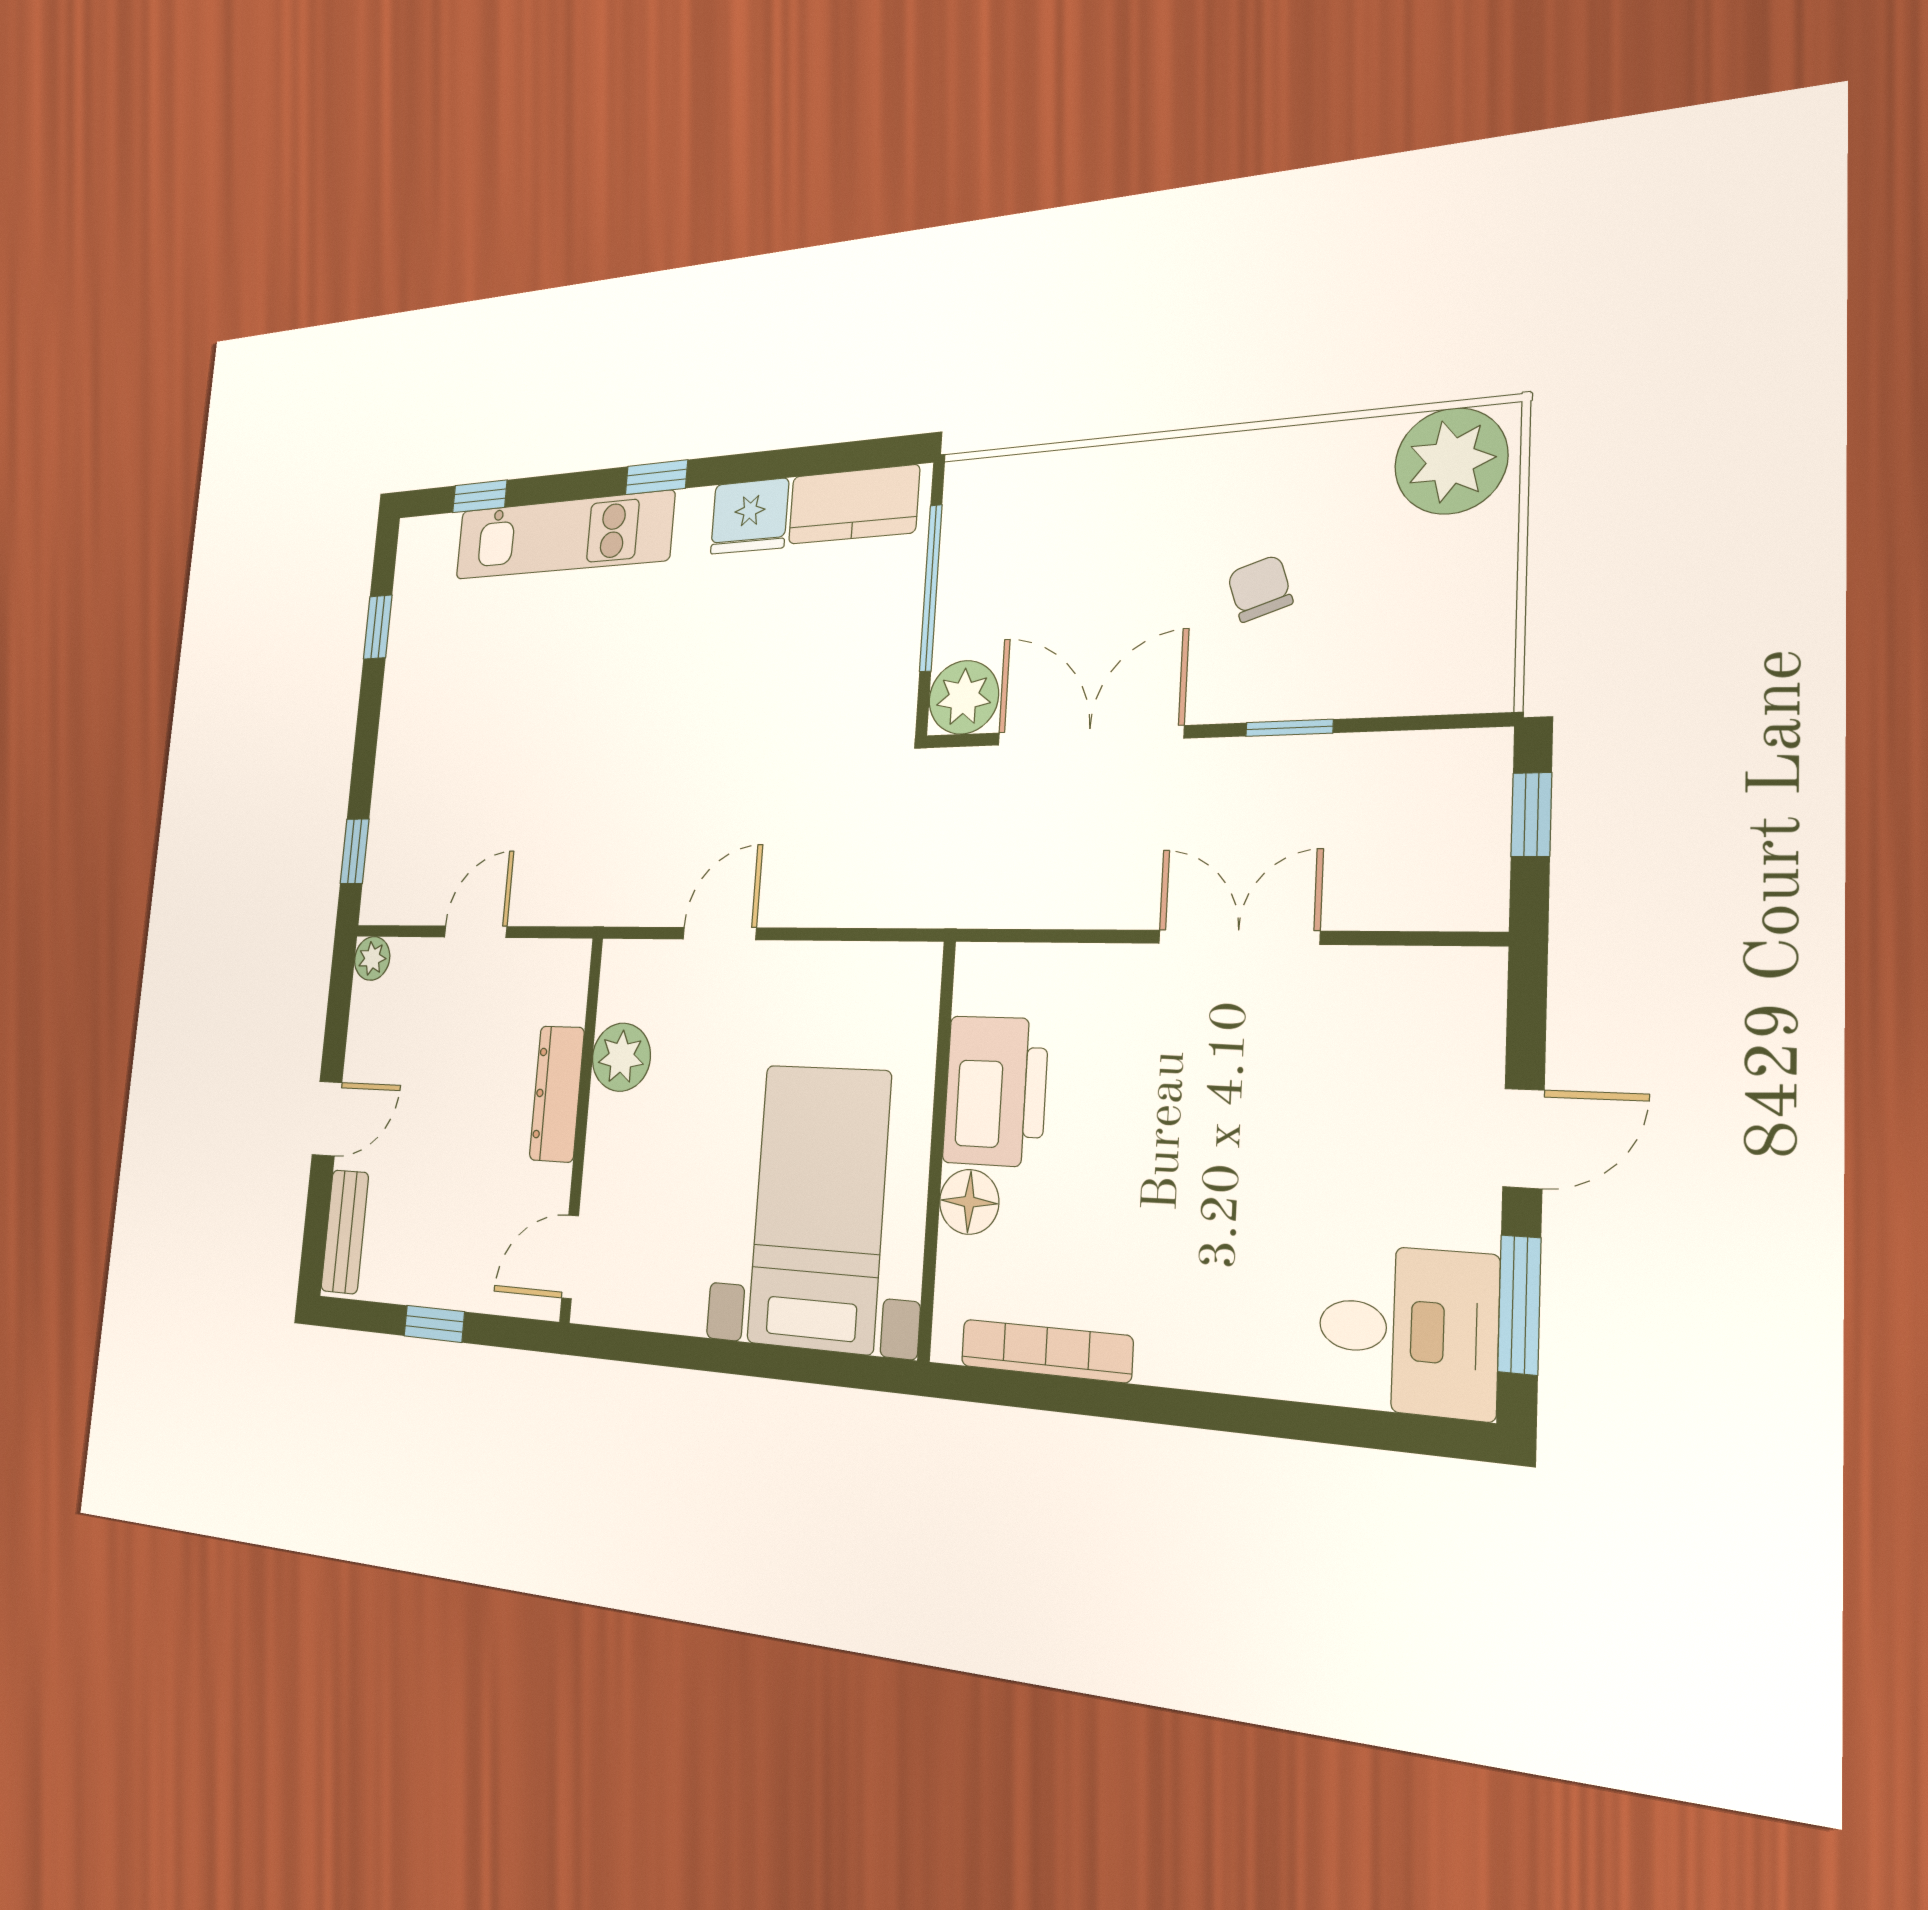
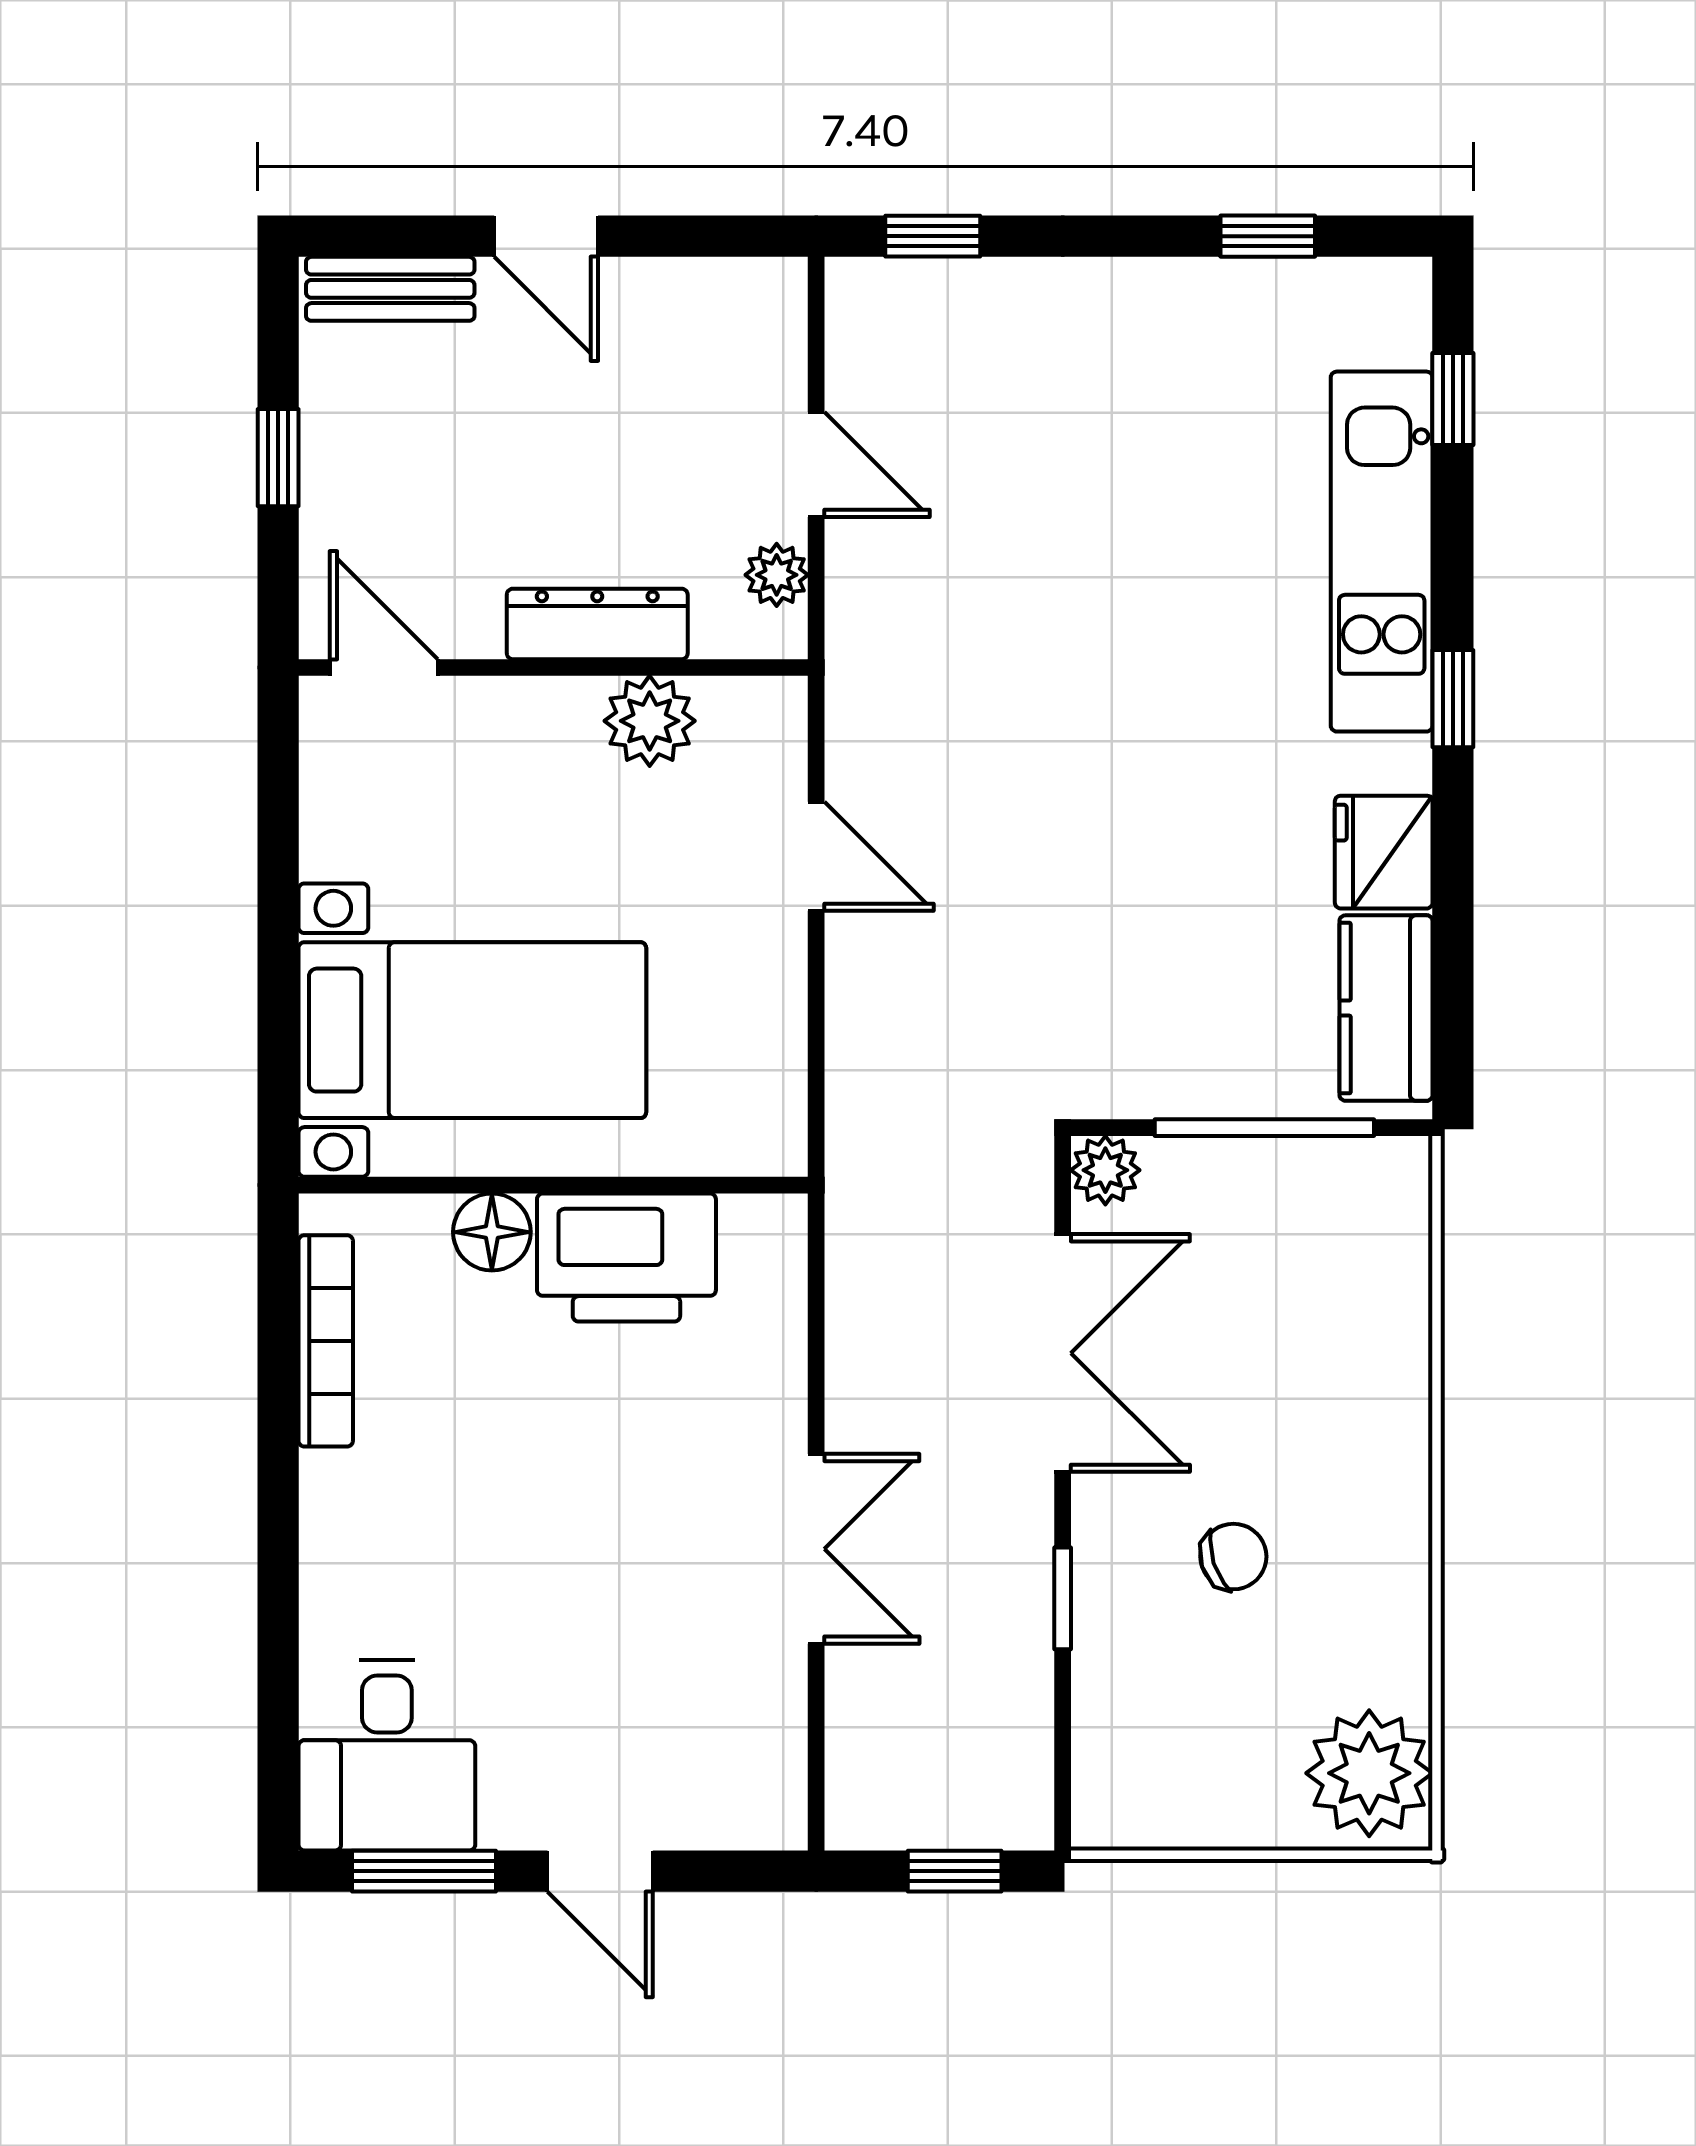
plant: (964, 697) -> (1105, 1170), width x0.73, depth x0.73
plant: (372, 958) -> (777, 575), moved

